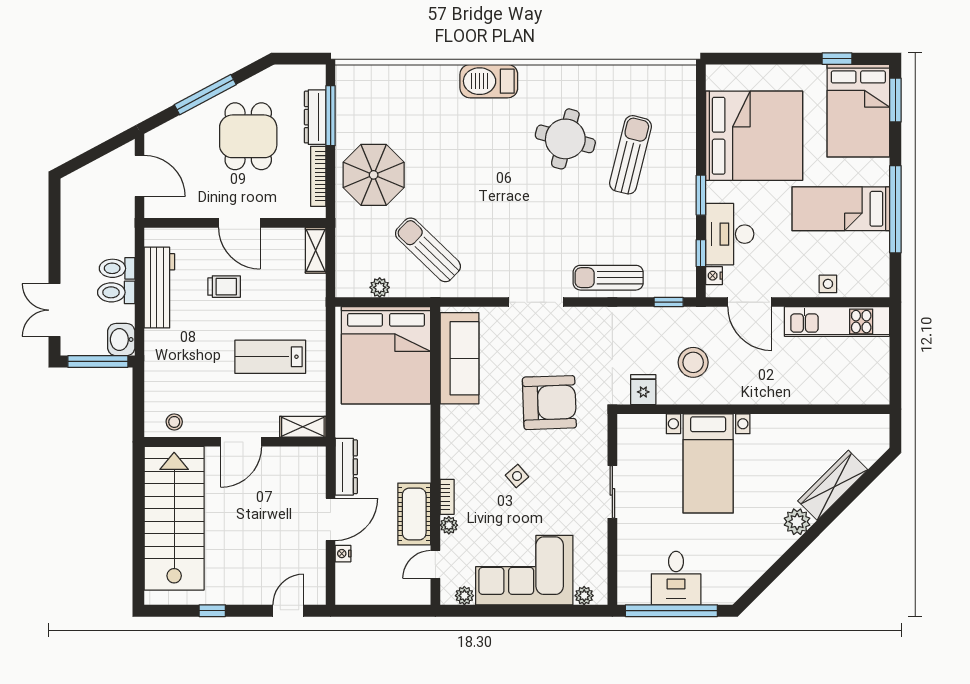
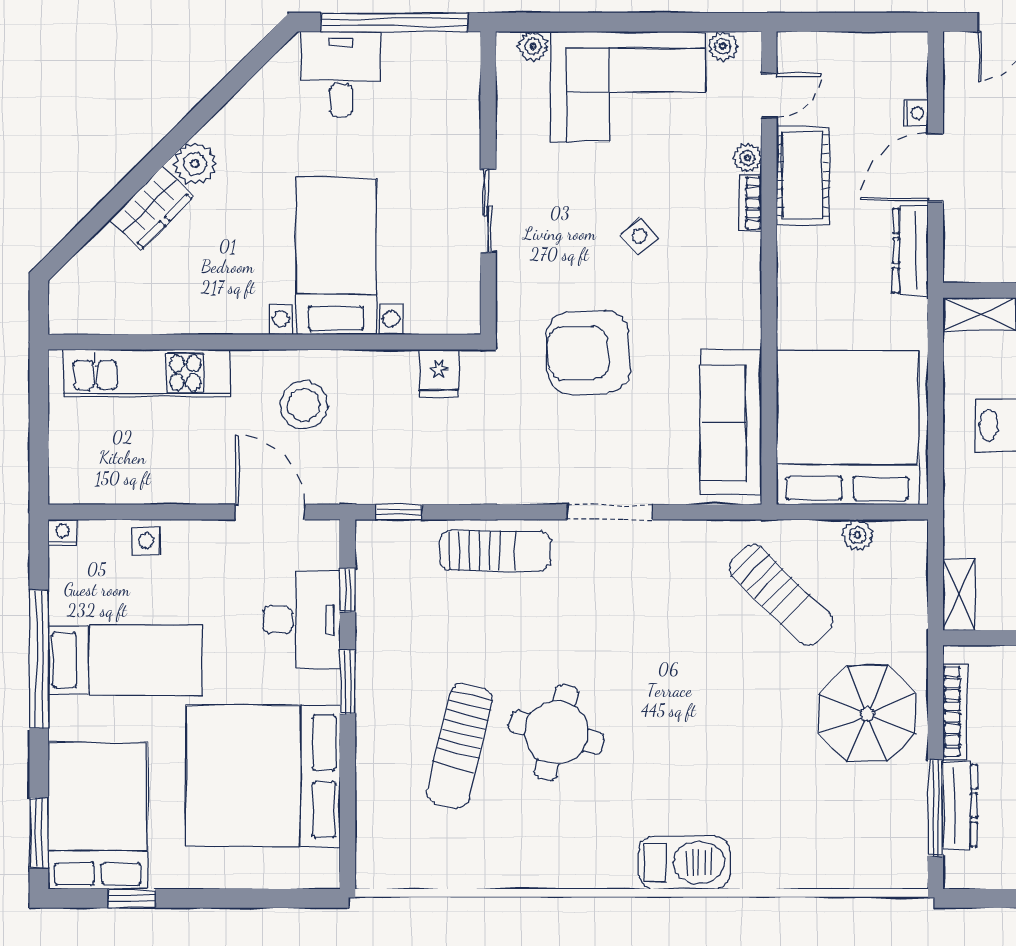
round table: (565, 139) -> (556, 732), moved
nightstand: (714, 276) -> (62, 533), moved, turned -90
kitchen unit: (837, 322) -> (147, 373), moved, turned 180
stool: (693, 362) -> (304, 405), moved
wardrobe: (833, 485) -> (152, 208), width x0.67
desk: (676, 578) -> (341, 74), moved

